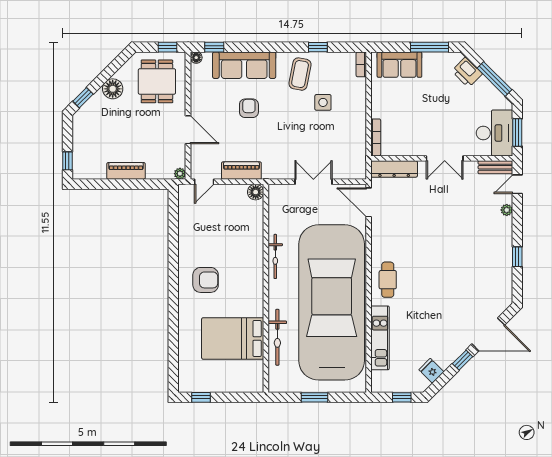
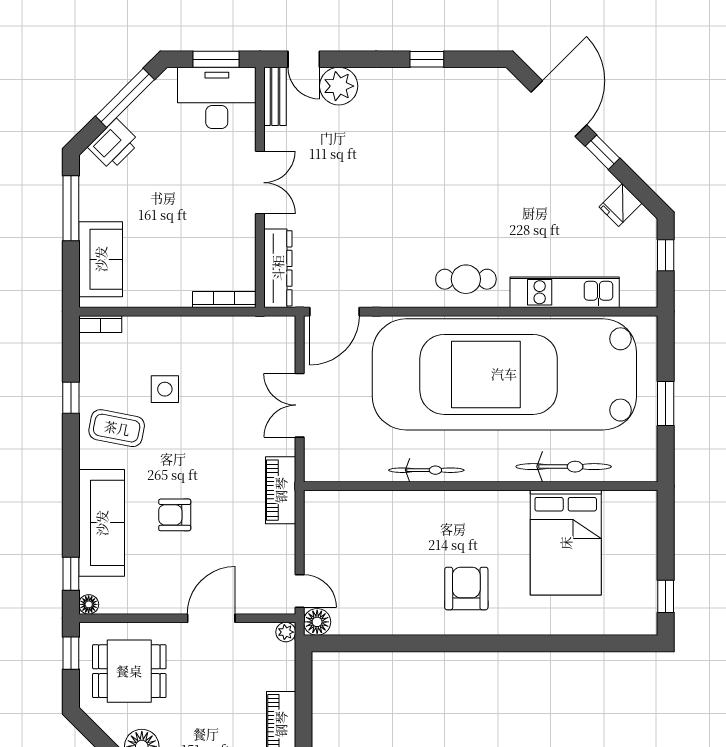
piano: (241, 171) -> (281, 490), moved
floor lamp: (256, 192) -> (317, 622), moved
plant: (507, 210) -> (339, 86), width x1.87, depth x1.87

